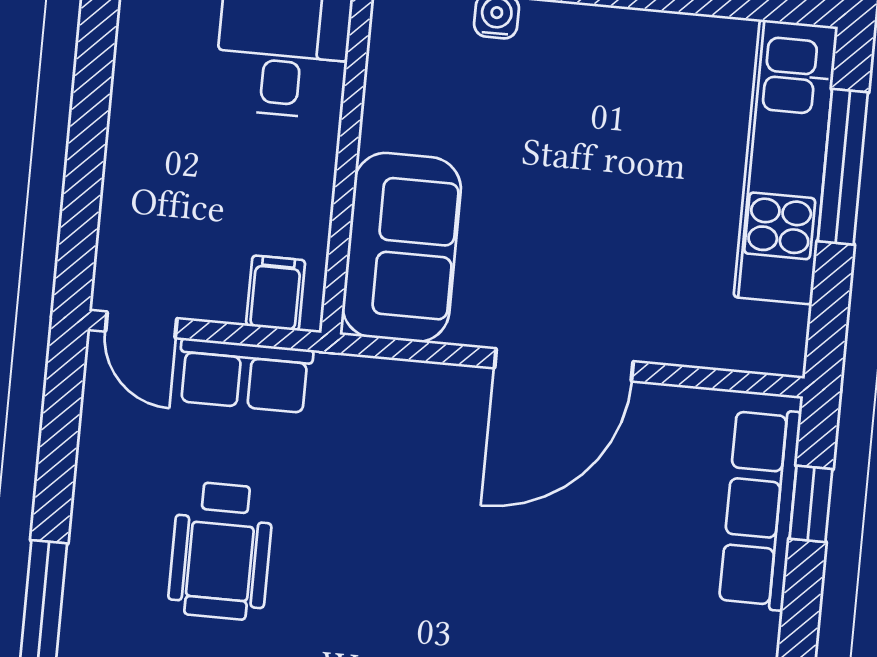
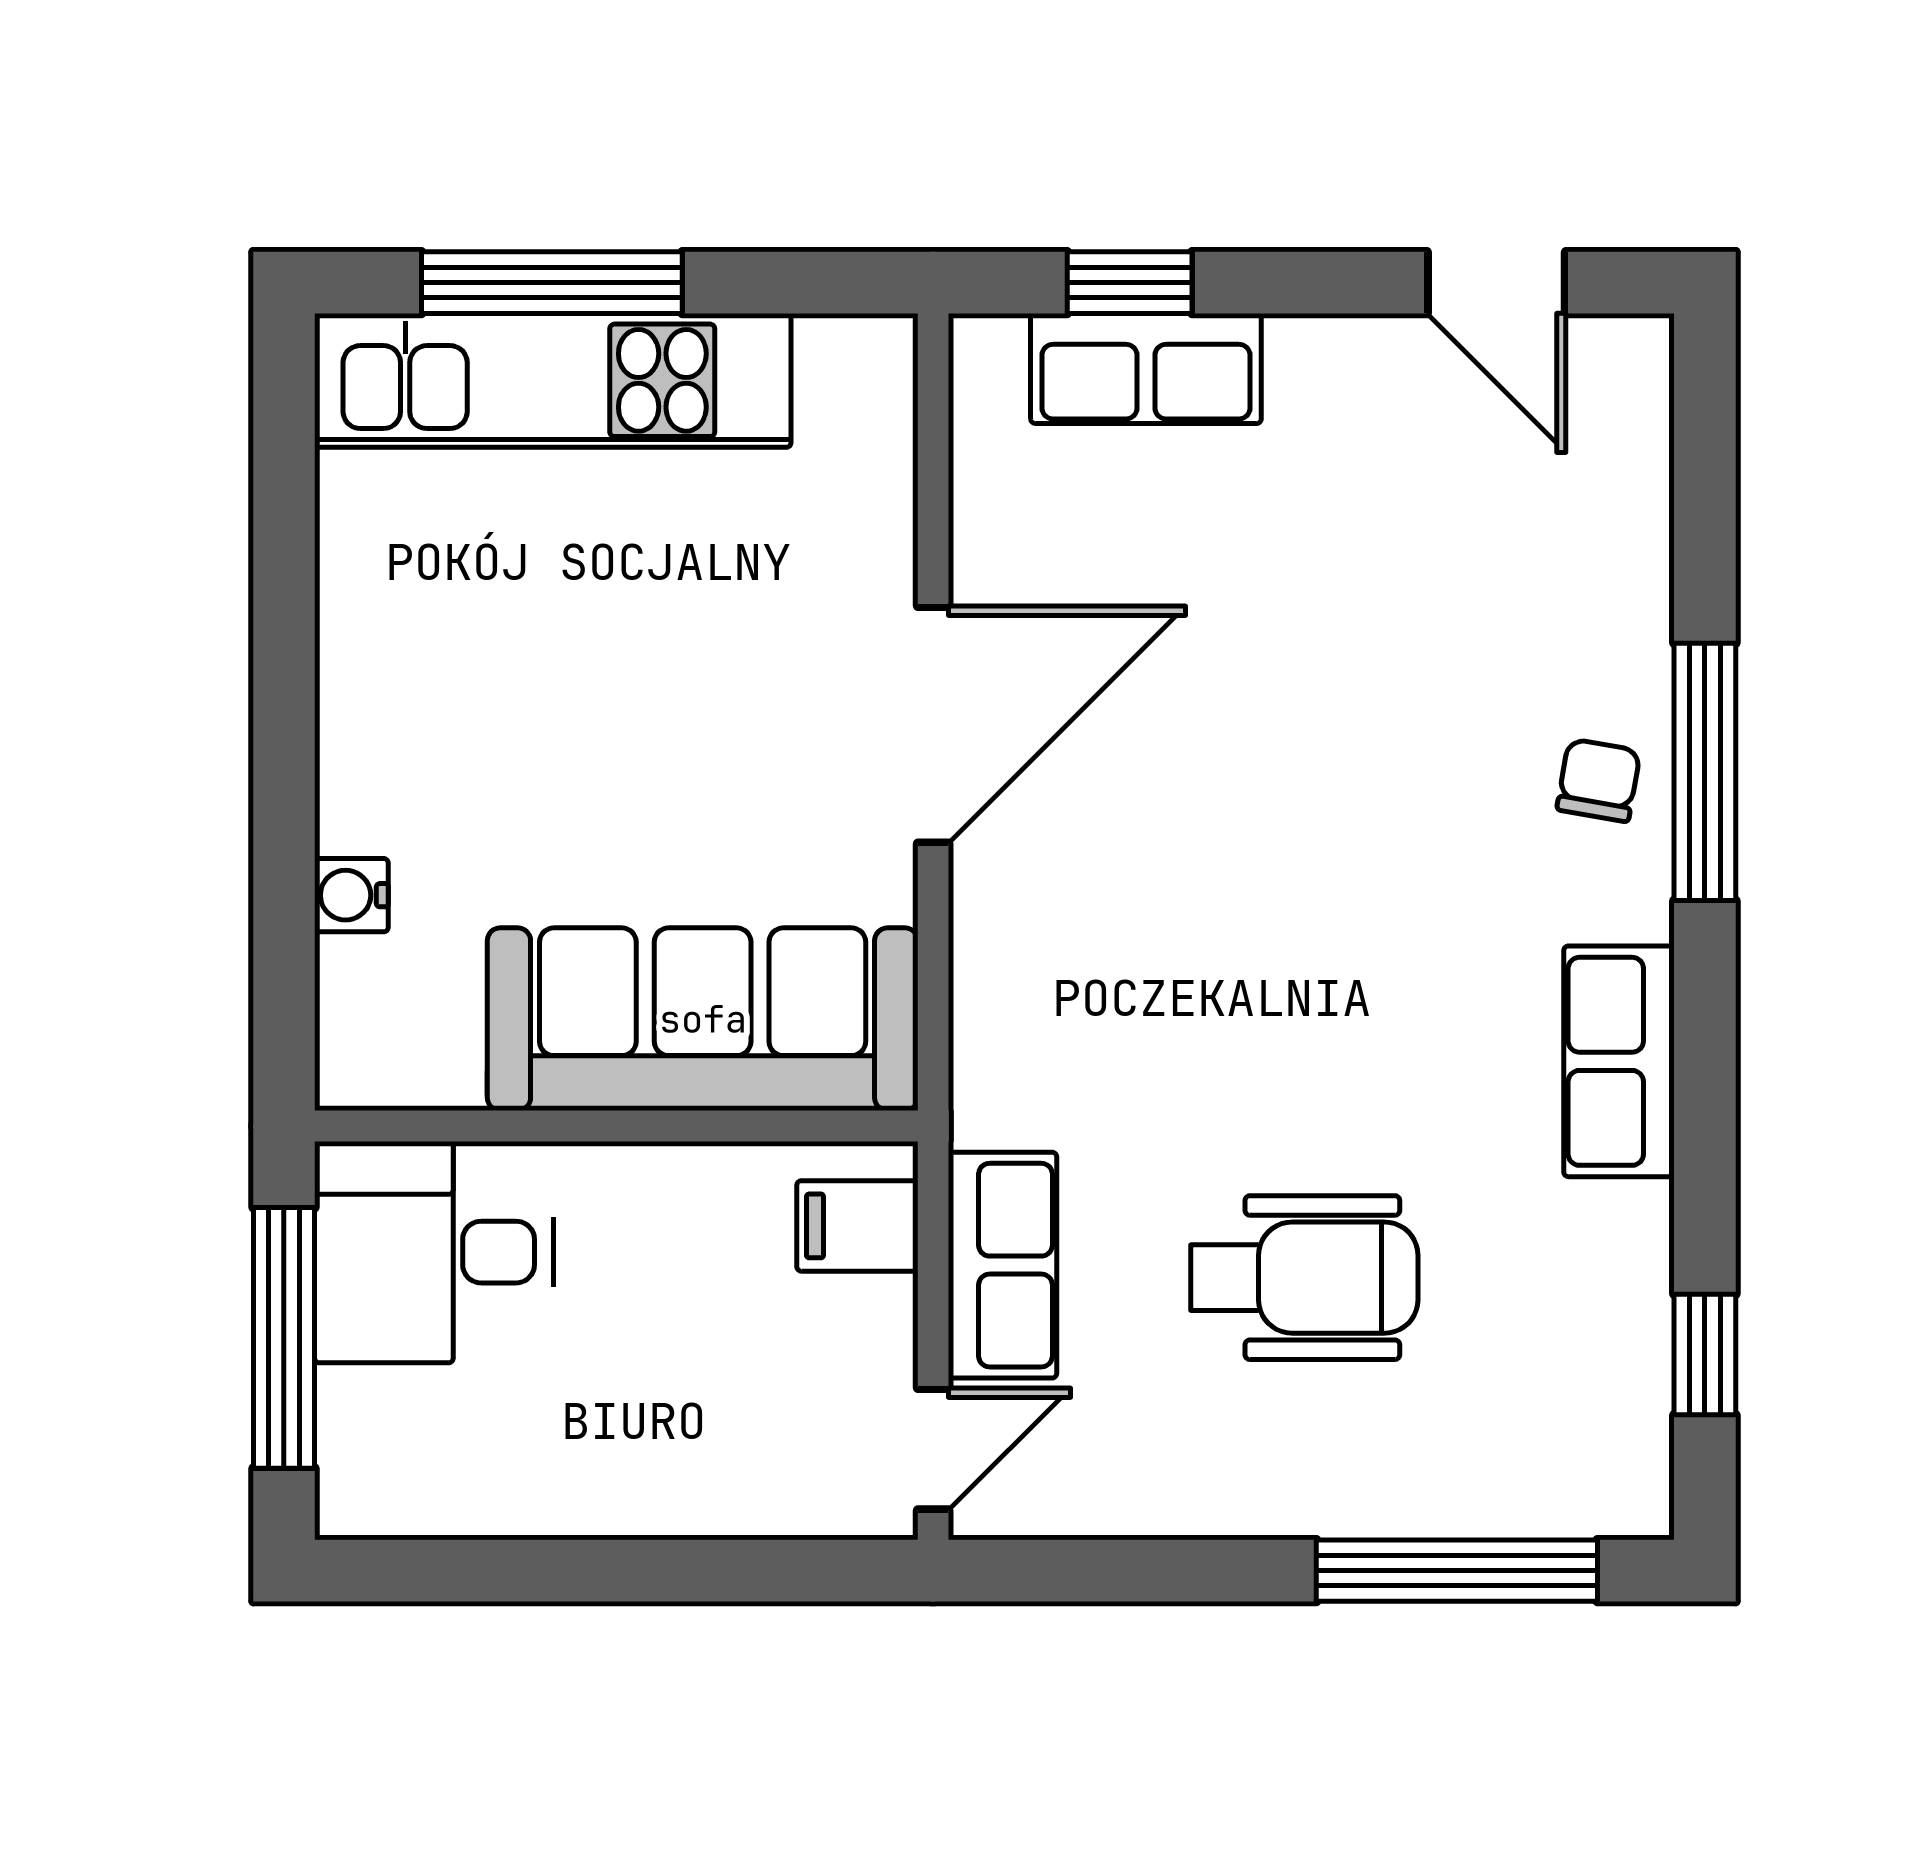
sofa: (402, 247) -> (703, 1019), width x1.36
door: (564, 365) -> (933, 725), hinge flipped
row of seats: (760, 509) -> (1146, 368), width x0.68

